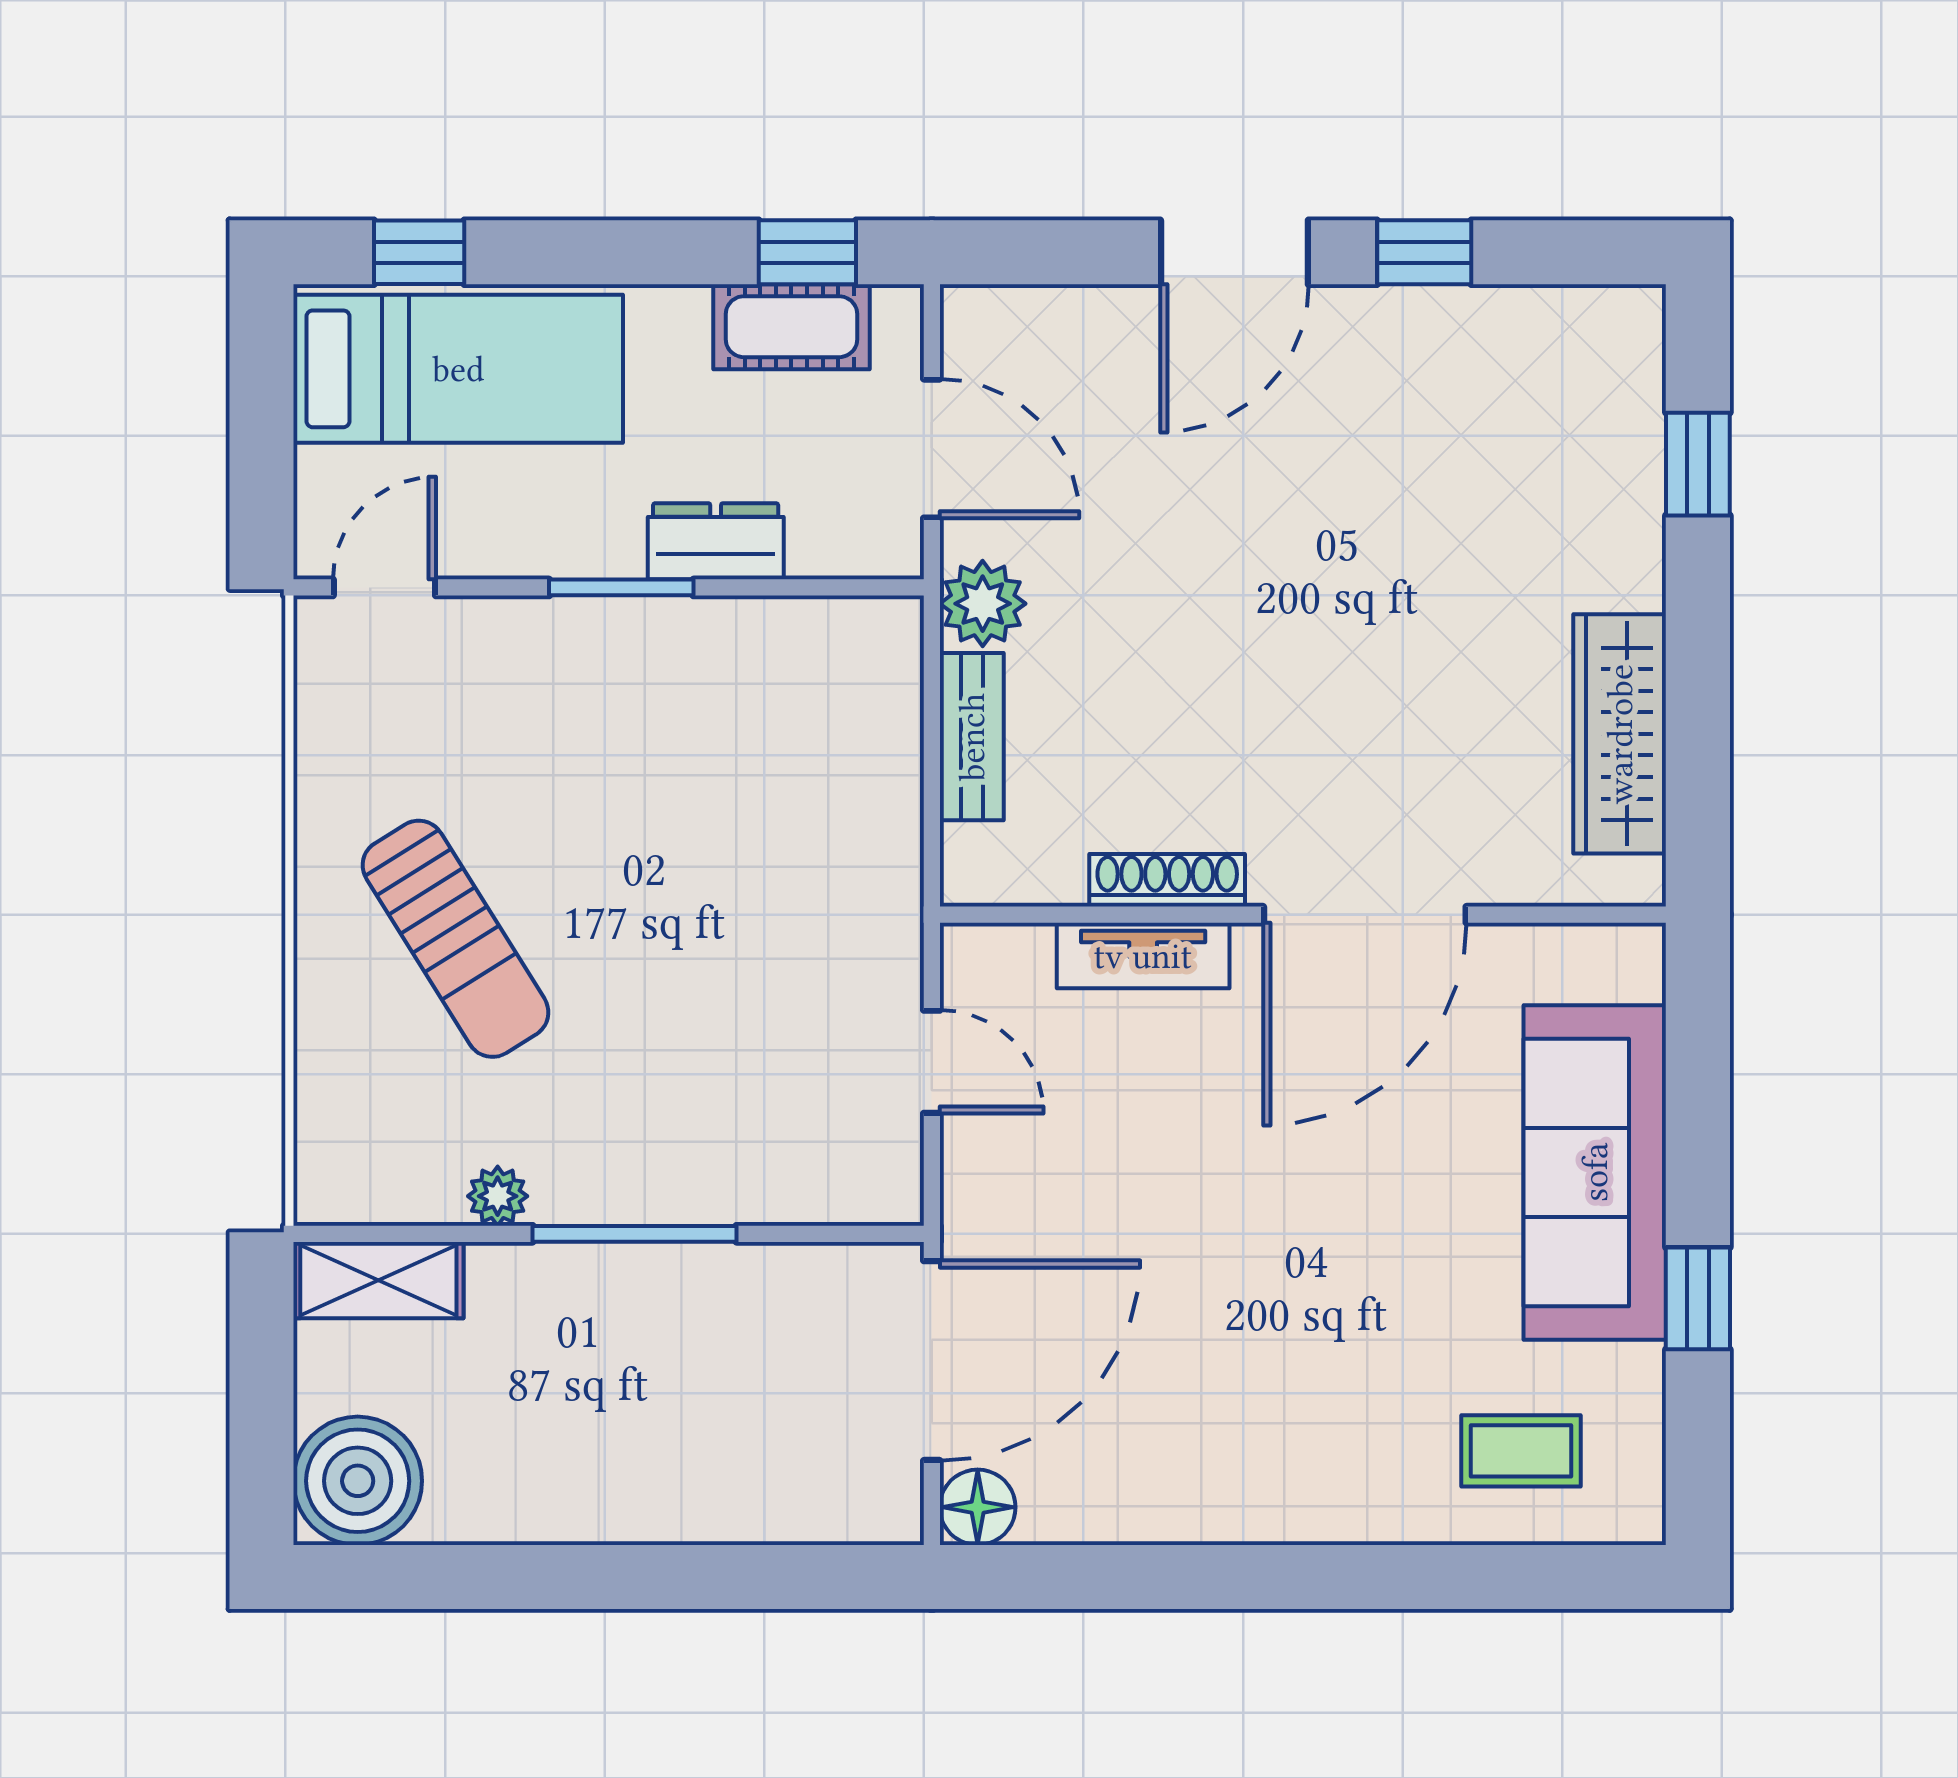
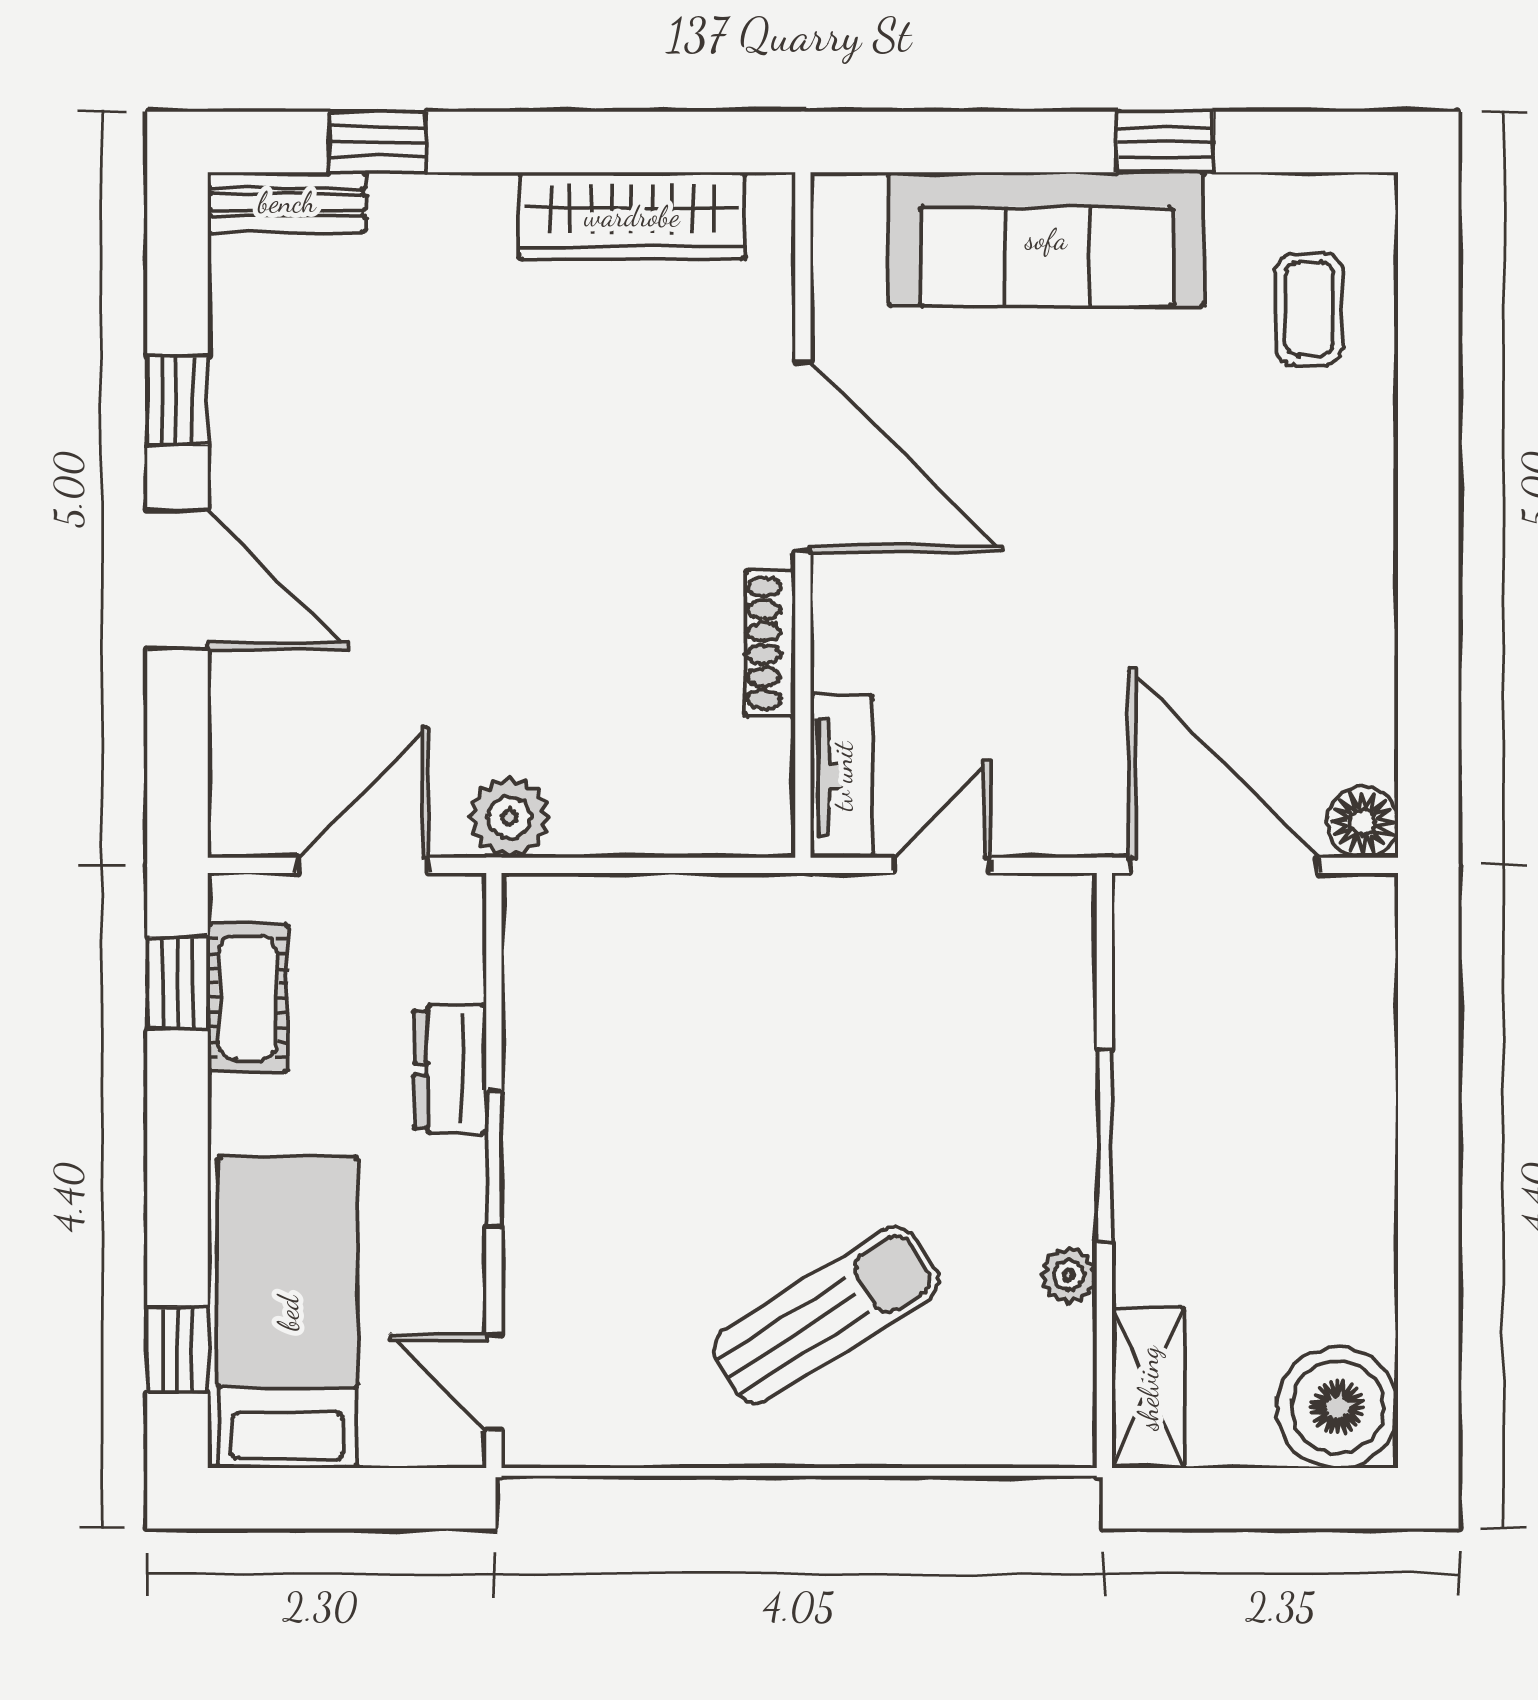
bench: (972, 737) -> (287, 202), moved
tv unit: (1143, 956) -> (842, 776), moved

